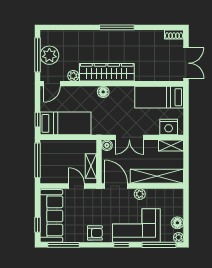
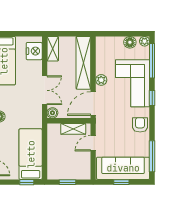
window: (38, 160) -> (67, 182), width x0.46
window: (38, 225) -> (121, 182), moved

